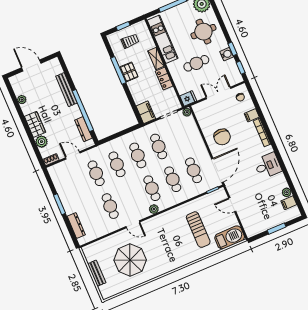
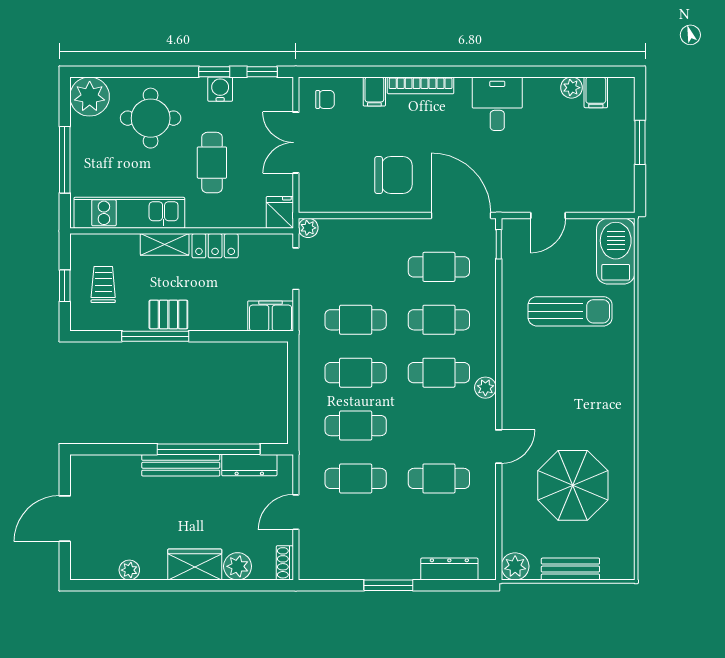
bench: (66, 90) -> (181, 465), moved
plant: (88, 251) -> (515, 566), added

